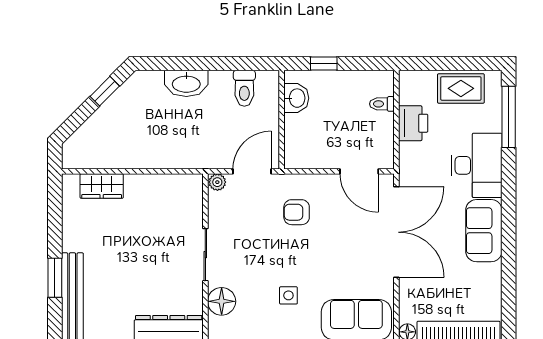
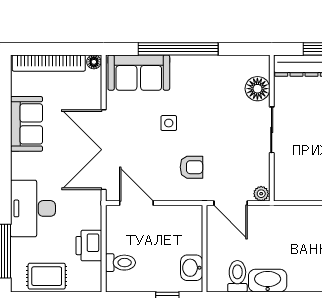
washbasin: (186, 83) -> (268, 281), moved
toilet: (382, 104) -> (120, 263), width x1.37, depth x1.39
door: (252, 171) -> (231, 203), hinge flipped
sofa: (484, 231) -> (26, 124), moved
side table: (288, 295) -> (169, 123), moved

